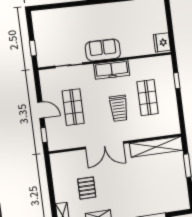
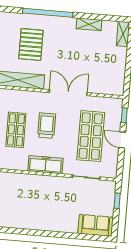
sofa: (103, 50) -> (96, 225), moved, turned 180
shop shelf: (73, 107) -> (91, 136), width x1.43, depth x1.36
pallet: (87, 188) -> (31, 44), moved, width x1.50, depth x1.42

